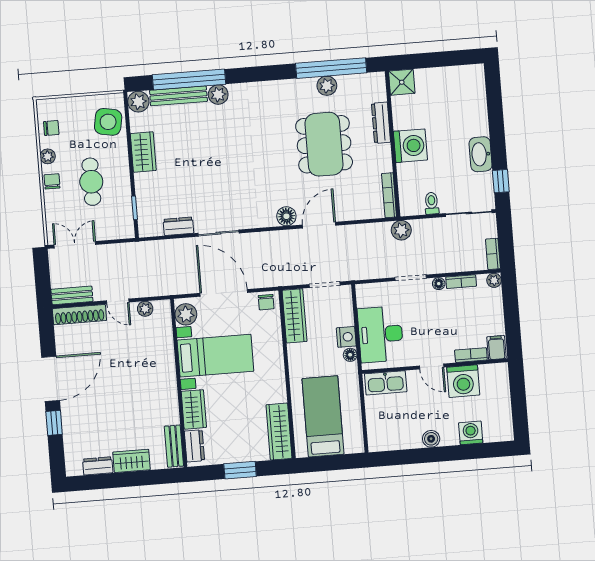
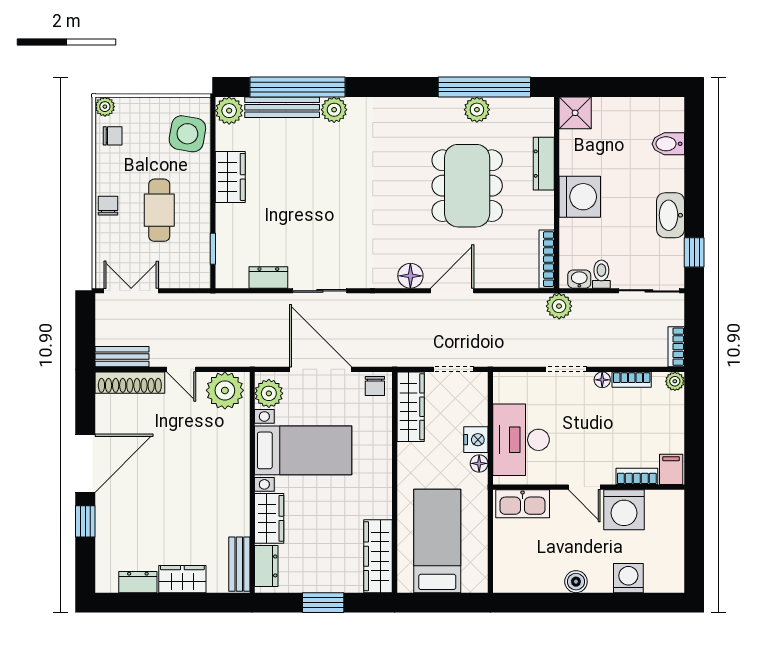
bidet: (474, 100) -> (668, 144), added
plant: (48, 156) -> (105, 107), moved
washbasin: (415, 208) -> (579, 279), added
plant: (145, 309) -> (225, 390), width x1.88, depth x1.88

